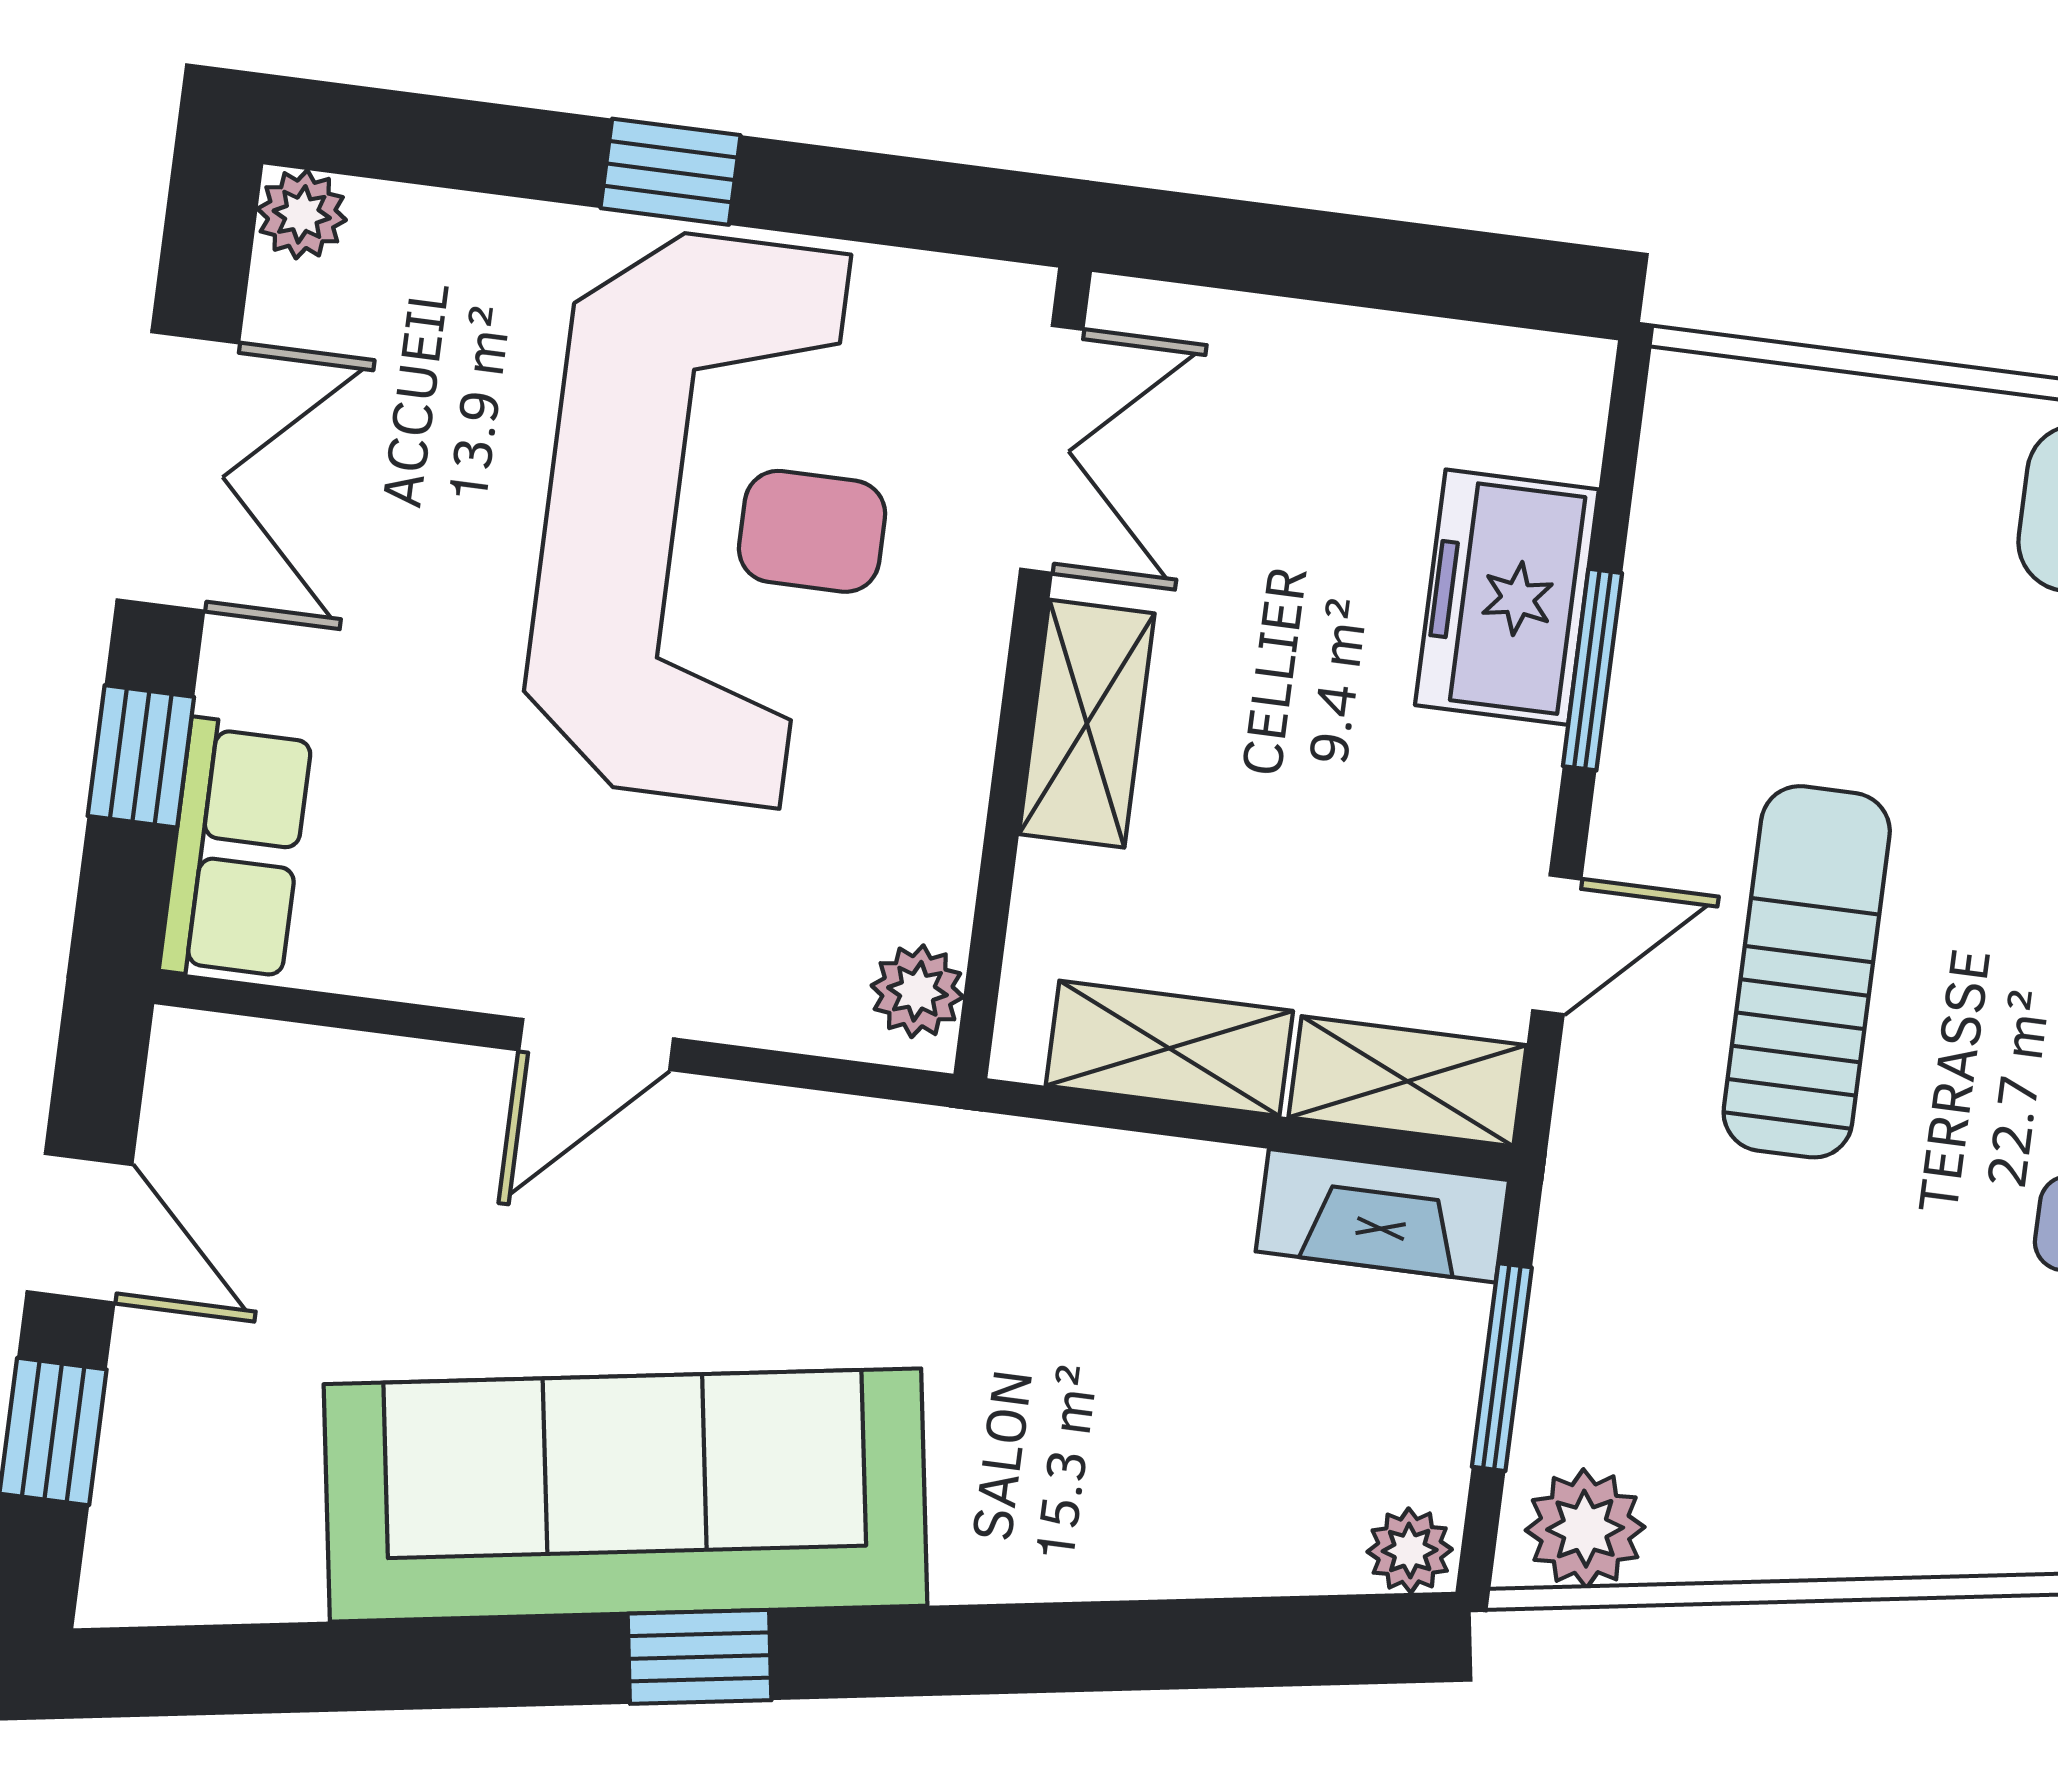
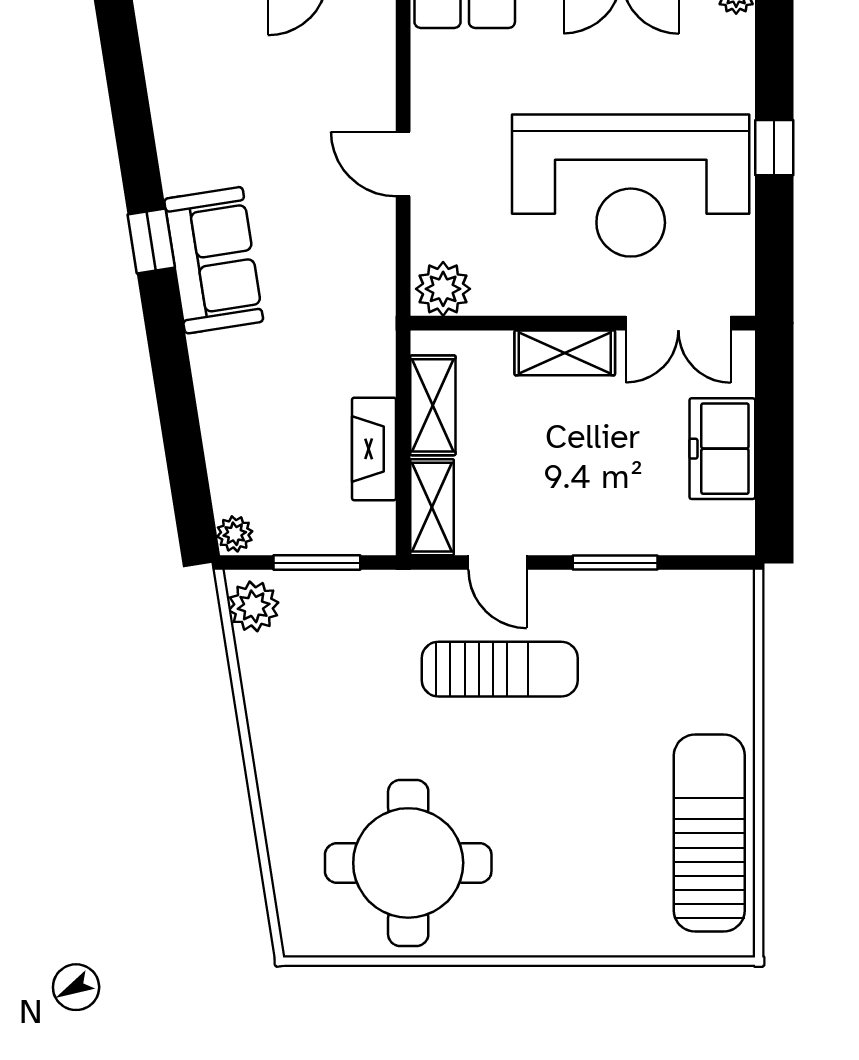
freezer: (1507, 597) -> (722, 449), moved, turned -90
plant: (917, 991) -> (443, 289), width x1.38, depth x1.38
fireplace: (1382, 1216) -> (374, 449), moved
sofa: (626, 1495) -> (214, 260), width x0.54, depth x0.79

